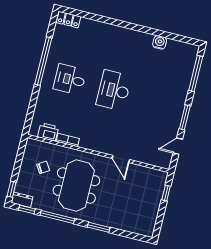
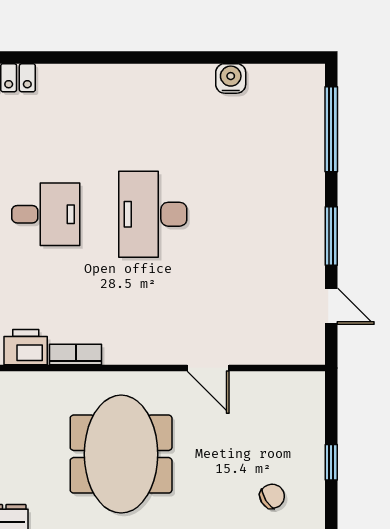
desk: (70, 79) -> (46, 214), turned 180
door: (178, 146) -> (331, 306), swing flipped
chair: (43, 167) -> (272, 496), moved
window: (166, 193) -> (331, 462), moved

